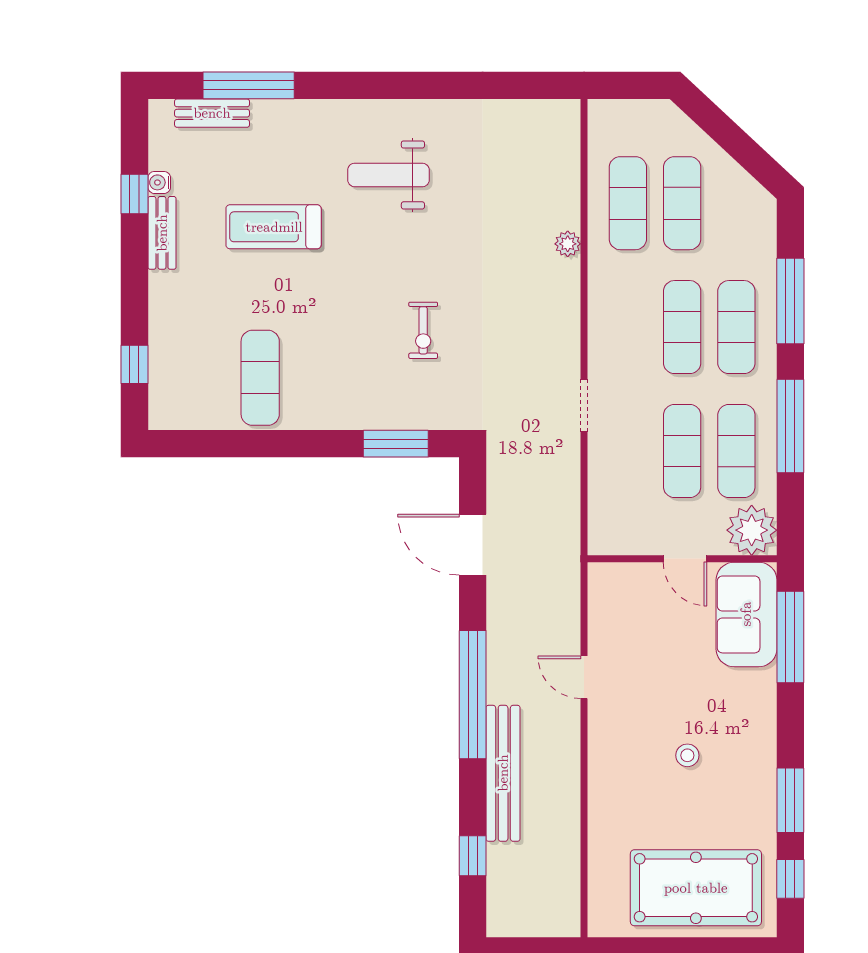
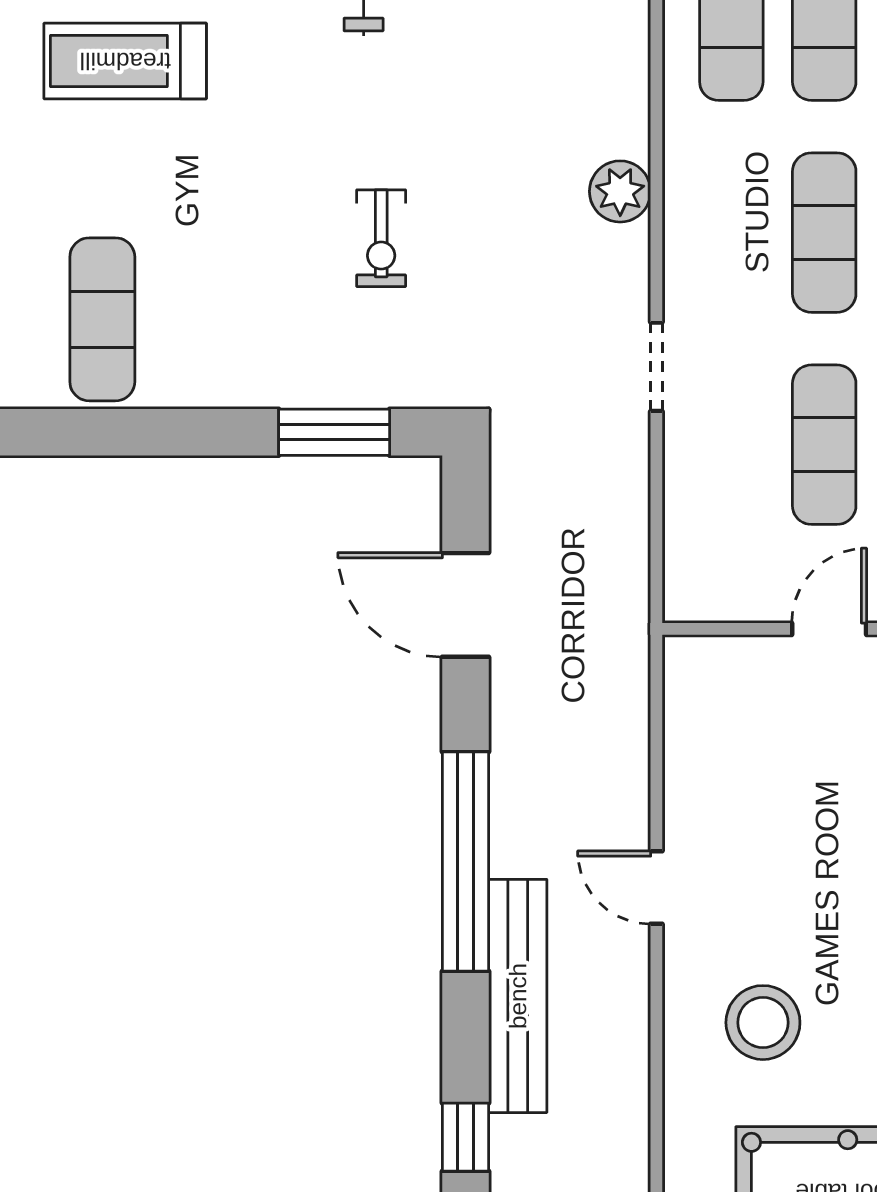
plant: (568, 244) -> (620, 191), moved, width x1.38, depth x1.38
door: (685, 559) -> (829, 629), swing flipped
door: (584, 677) -> (656, 887), moved
stool: (687, 755) -> (763, 1023), moved, width x1.89, depth x1.89

